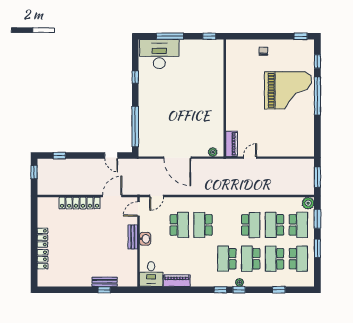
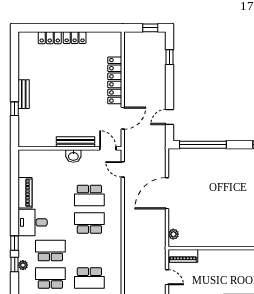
door: (112, 196) -> (123, 118), hinge flipped
bench: (133, 237) -> (75, 142), width x1.36
desk: (151, 274) -> (33, 222), moved
bench: (105, 282) -> (24, 94), moved

